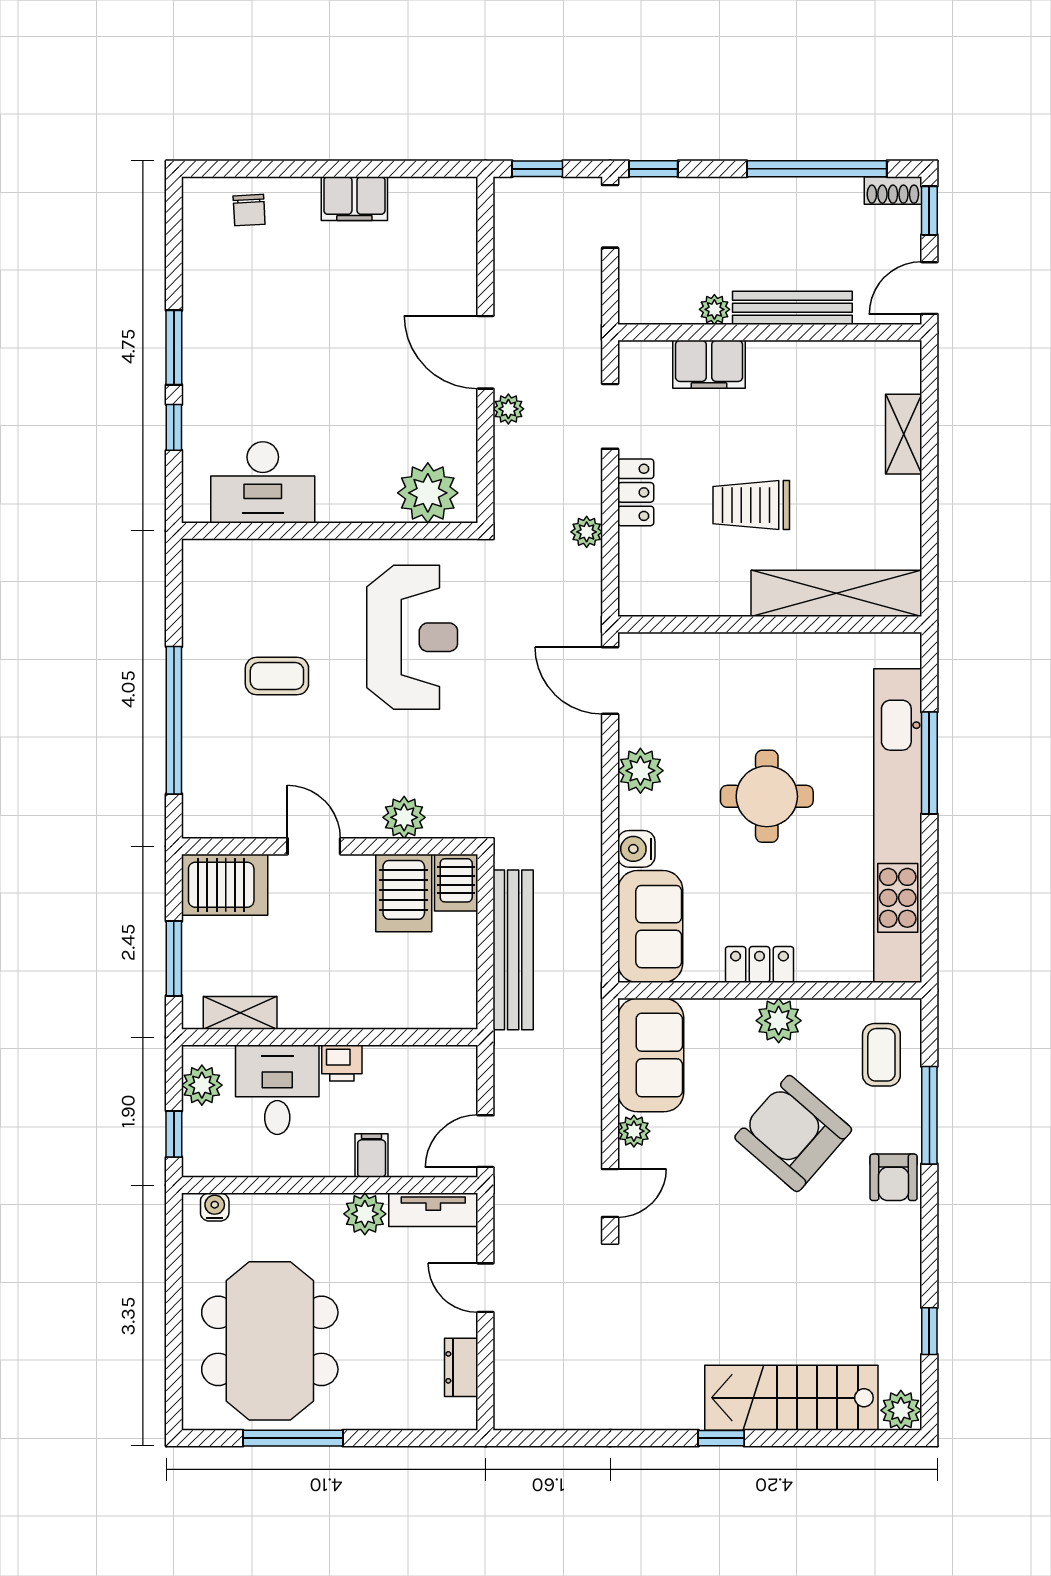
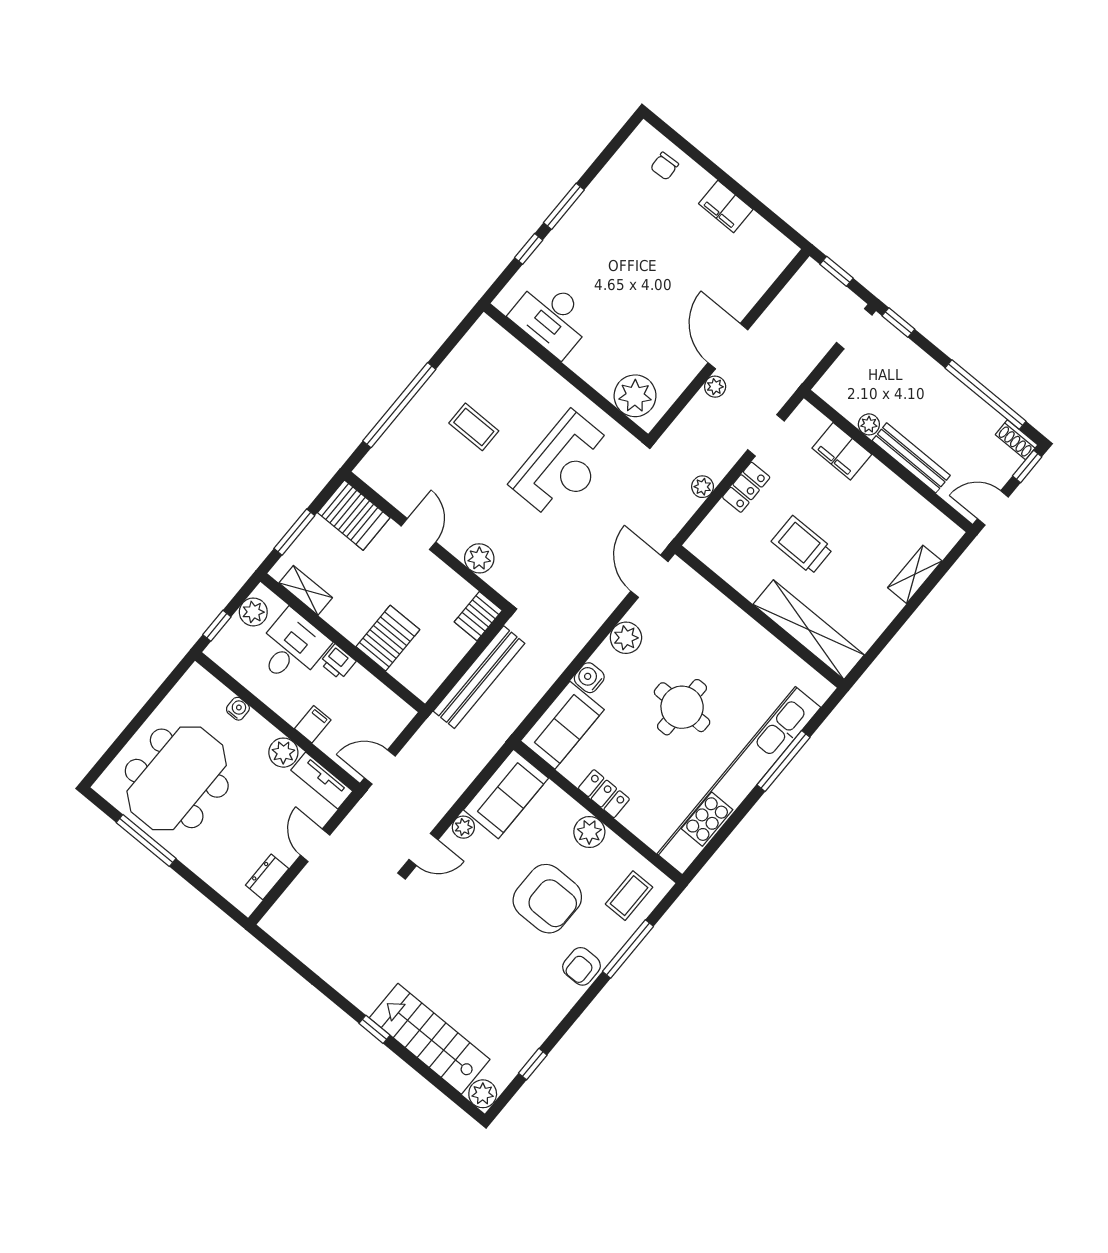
server rack: (404, 893) -> (388, 638), moved, turned 180
armchair: (793, 1133) -> (547, 899), turned 139
water cooler: (215, 1207) -> (238, 709), moved

